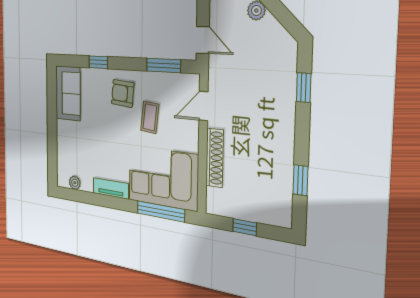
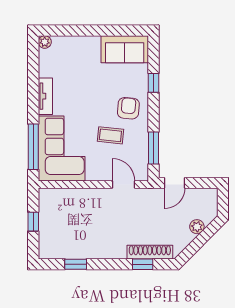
shoe rack: (214, 158) -> (150, 252), moved, turned 180
plant: (75, 183) -> (45, 42), moved

